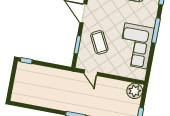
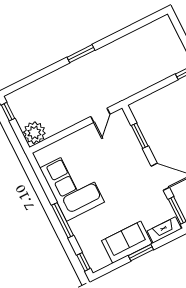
coffee table: (99, 42) -> (117, 157), removed
door: (91, 73) -> (100, 115), swing flipped

